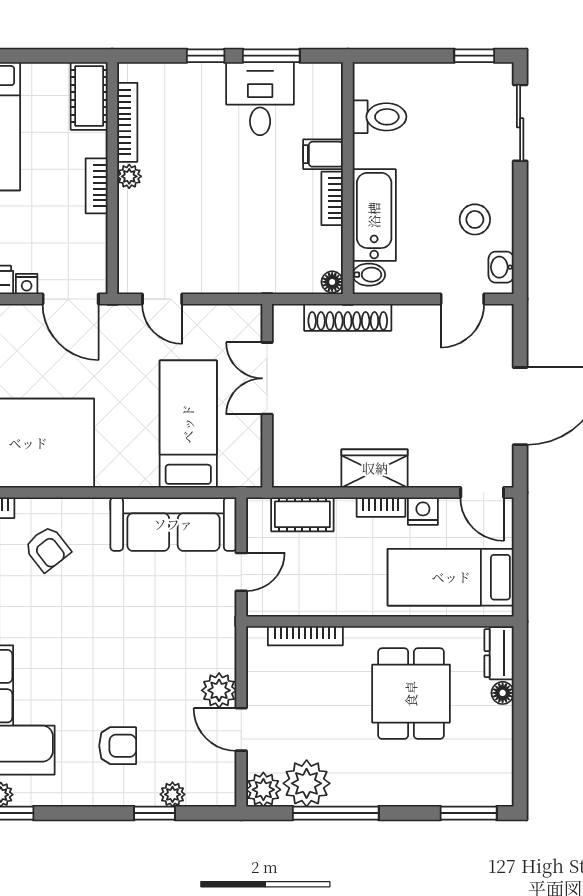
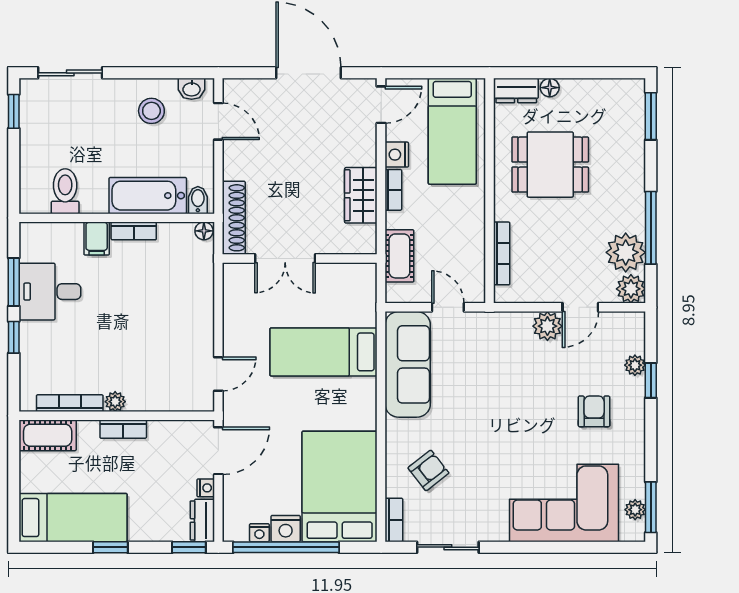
double door: (267, 378) -> (285, 259), moved
wall: (267, 396) -> (300, 259), moved

